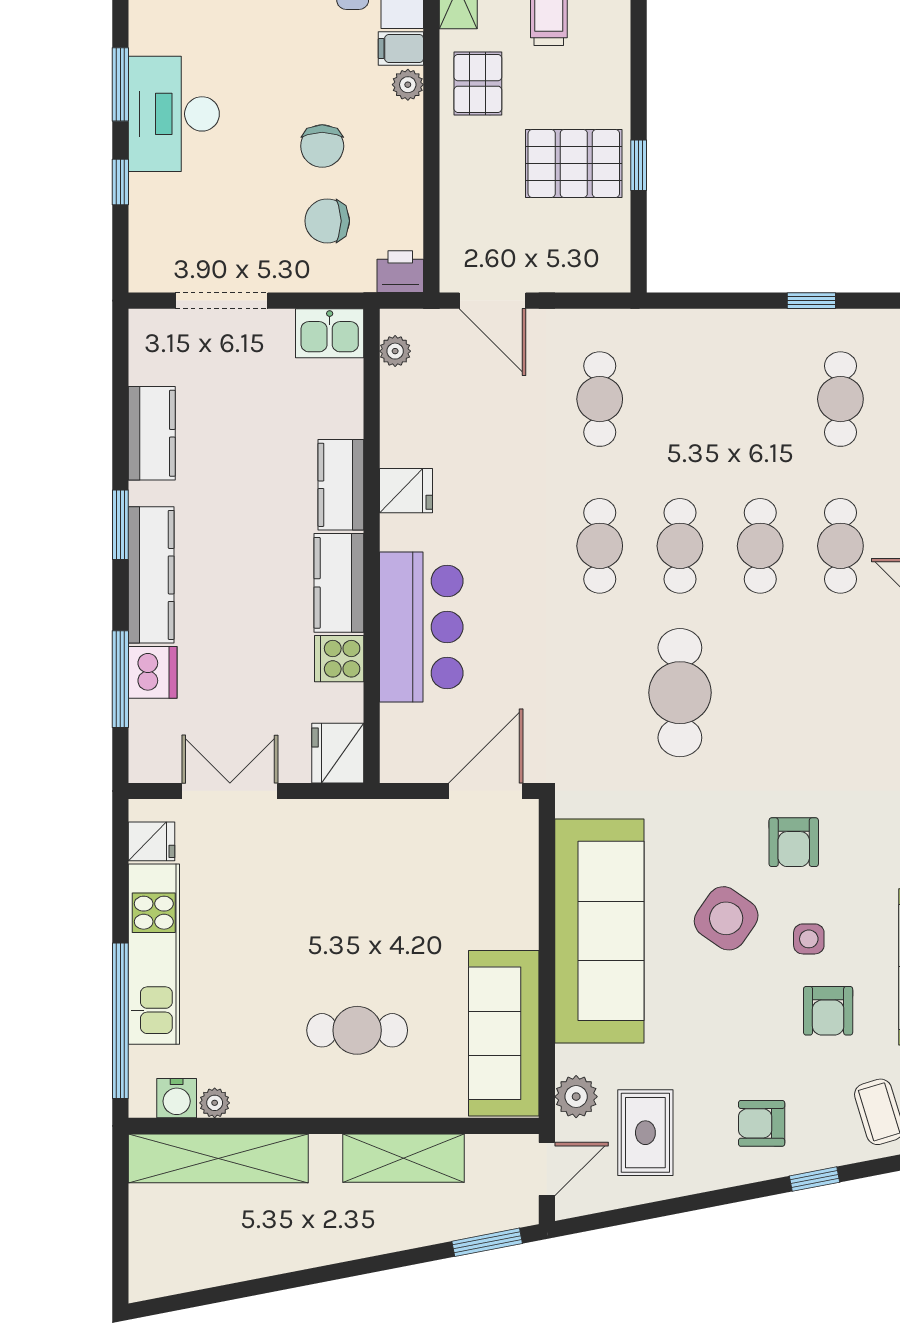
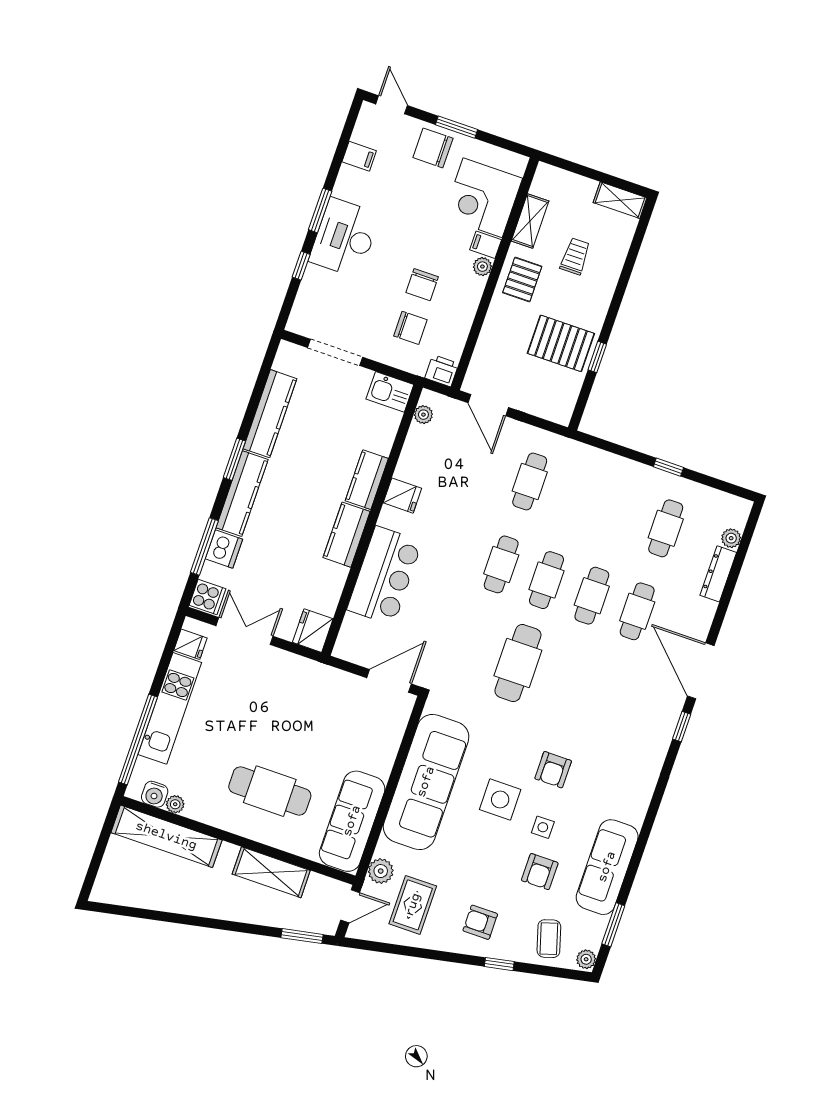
chair: (327, 221) -> (410, 328), turned 180
kitchen counter: (152, 433) -> (270, 414), width x1.50
cooker: (339, 659) -> (208, 597), moved, turned 180
side table: (726, 918) -> (500, 800), turned -35
cafe table: (357, 1030) -> (270, 791), width x1.37, depth x1.35

